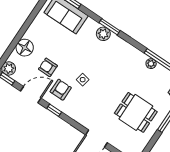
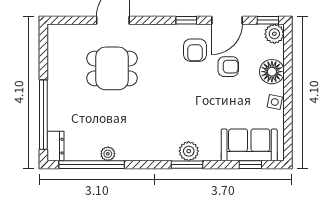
side table: (83, 80) -> (275, 102), moved
dining table: (136, 112) -> (112, 68), moved

